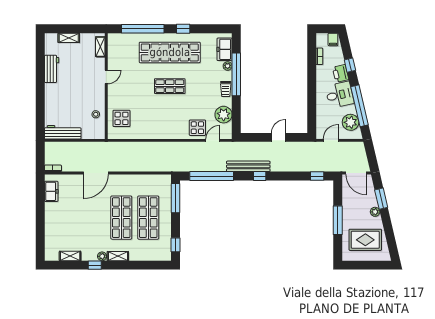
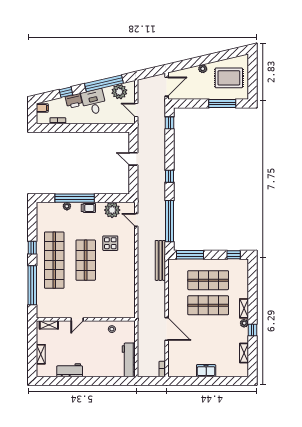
freezer: (225, 49) -> (51, 209), removed
door: (106, 77) -> (77, 319), swing flipped
shop shelf: (170, 86) -> (86, 260), width x1.43, depth x1.36
display table: (121, 118) -> (116, 305), removed
display table: (197, 128) -> (110, 243), moved
bench: (248, 166) -> (160, 260), moved
freezer: (51, 191) -> (206, 371), moved
window: (381, 199) -> (191, 63), removed
window: (338, 220) -> (222, 104), moved
rug: (365, 240) -> (229, 78), turned 90

